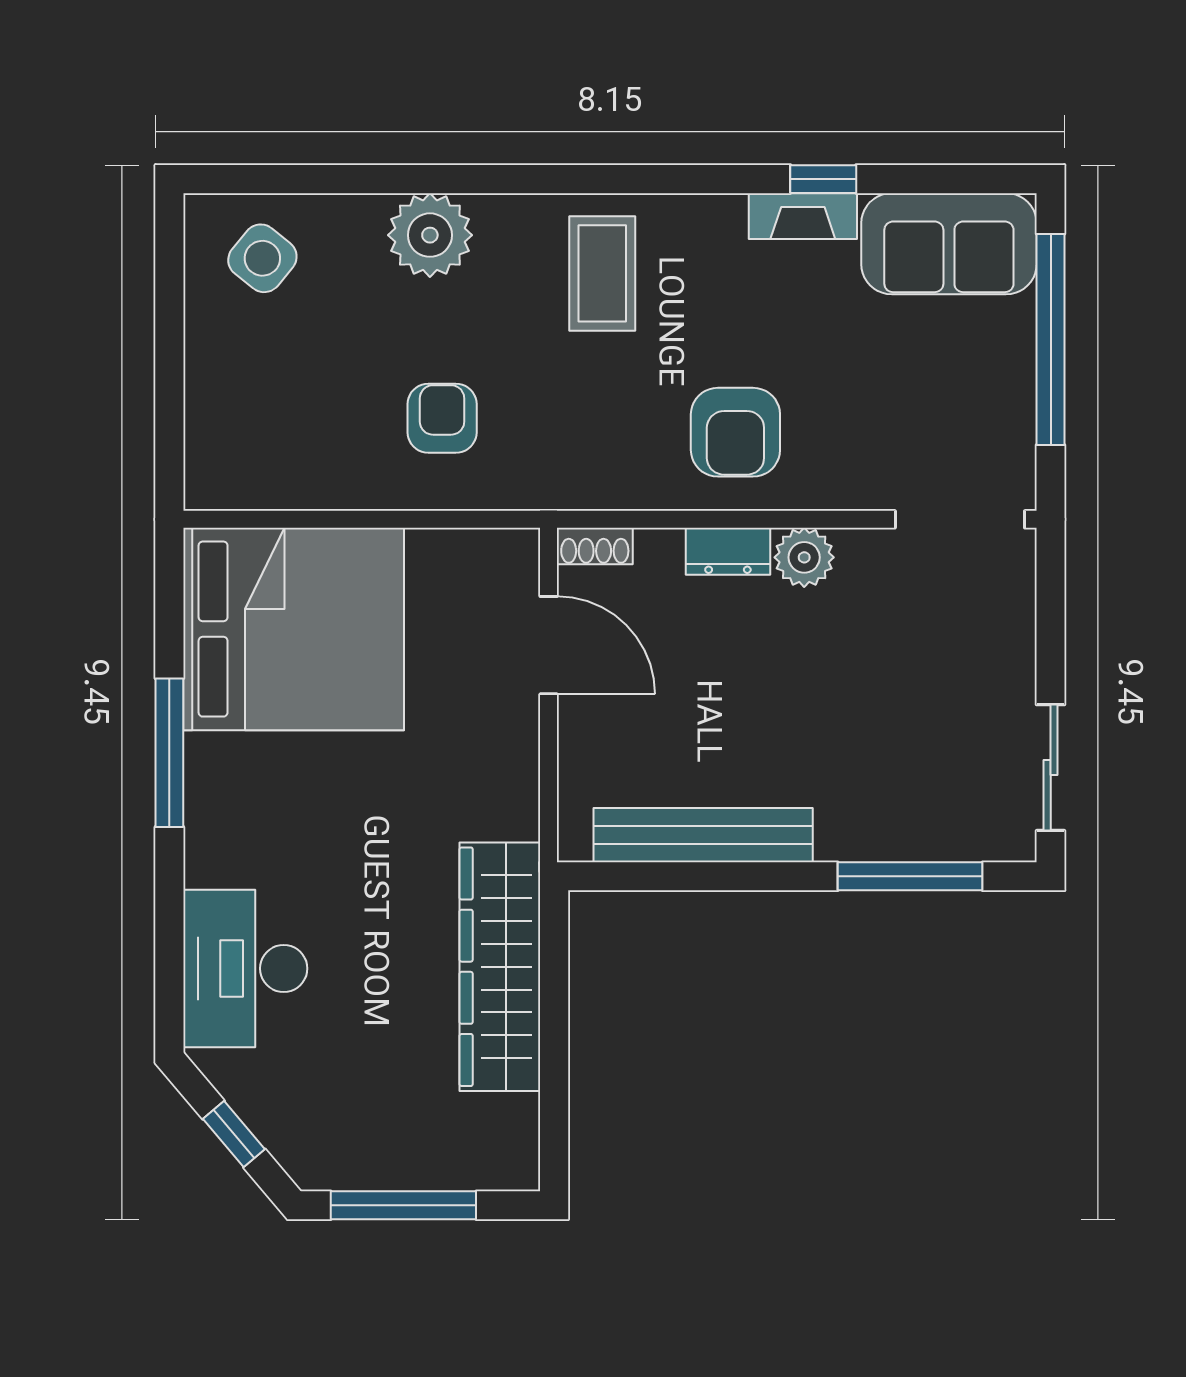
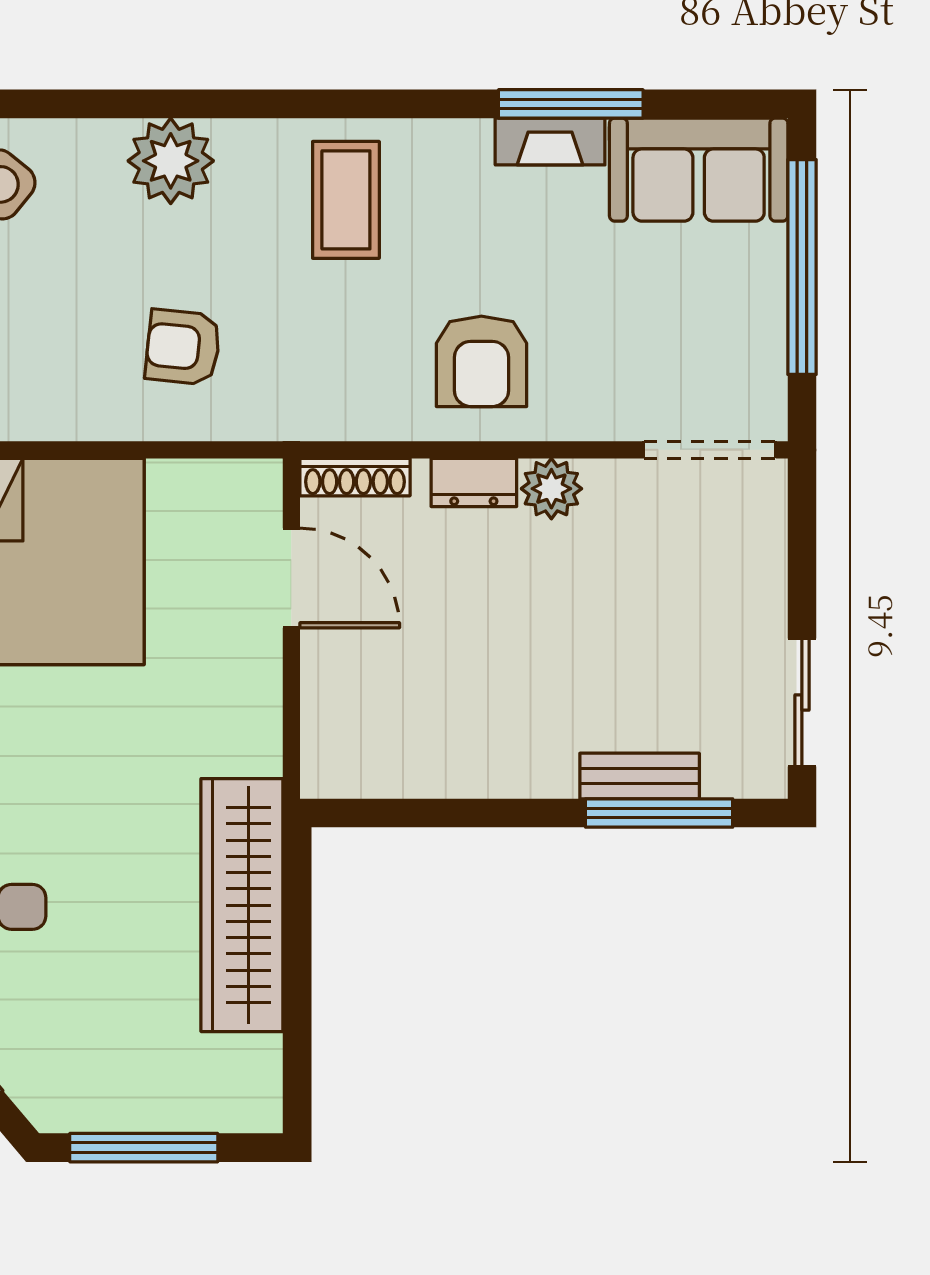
window: (823, 179) -> (571, 104), width x2.17
armchair: (442, 418) -> (183, 347), turned -84
shoe rack: (595, 546) -> (355, 477), width x1.43
bench: (703, 835) -> (640, 776), moved, width x0.54, depth x0.82

